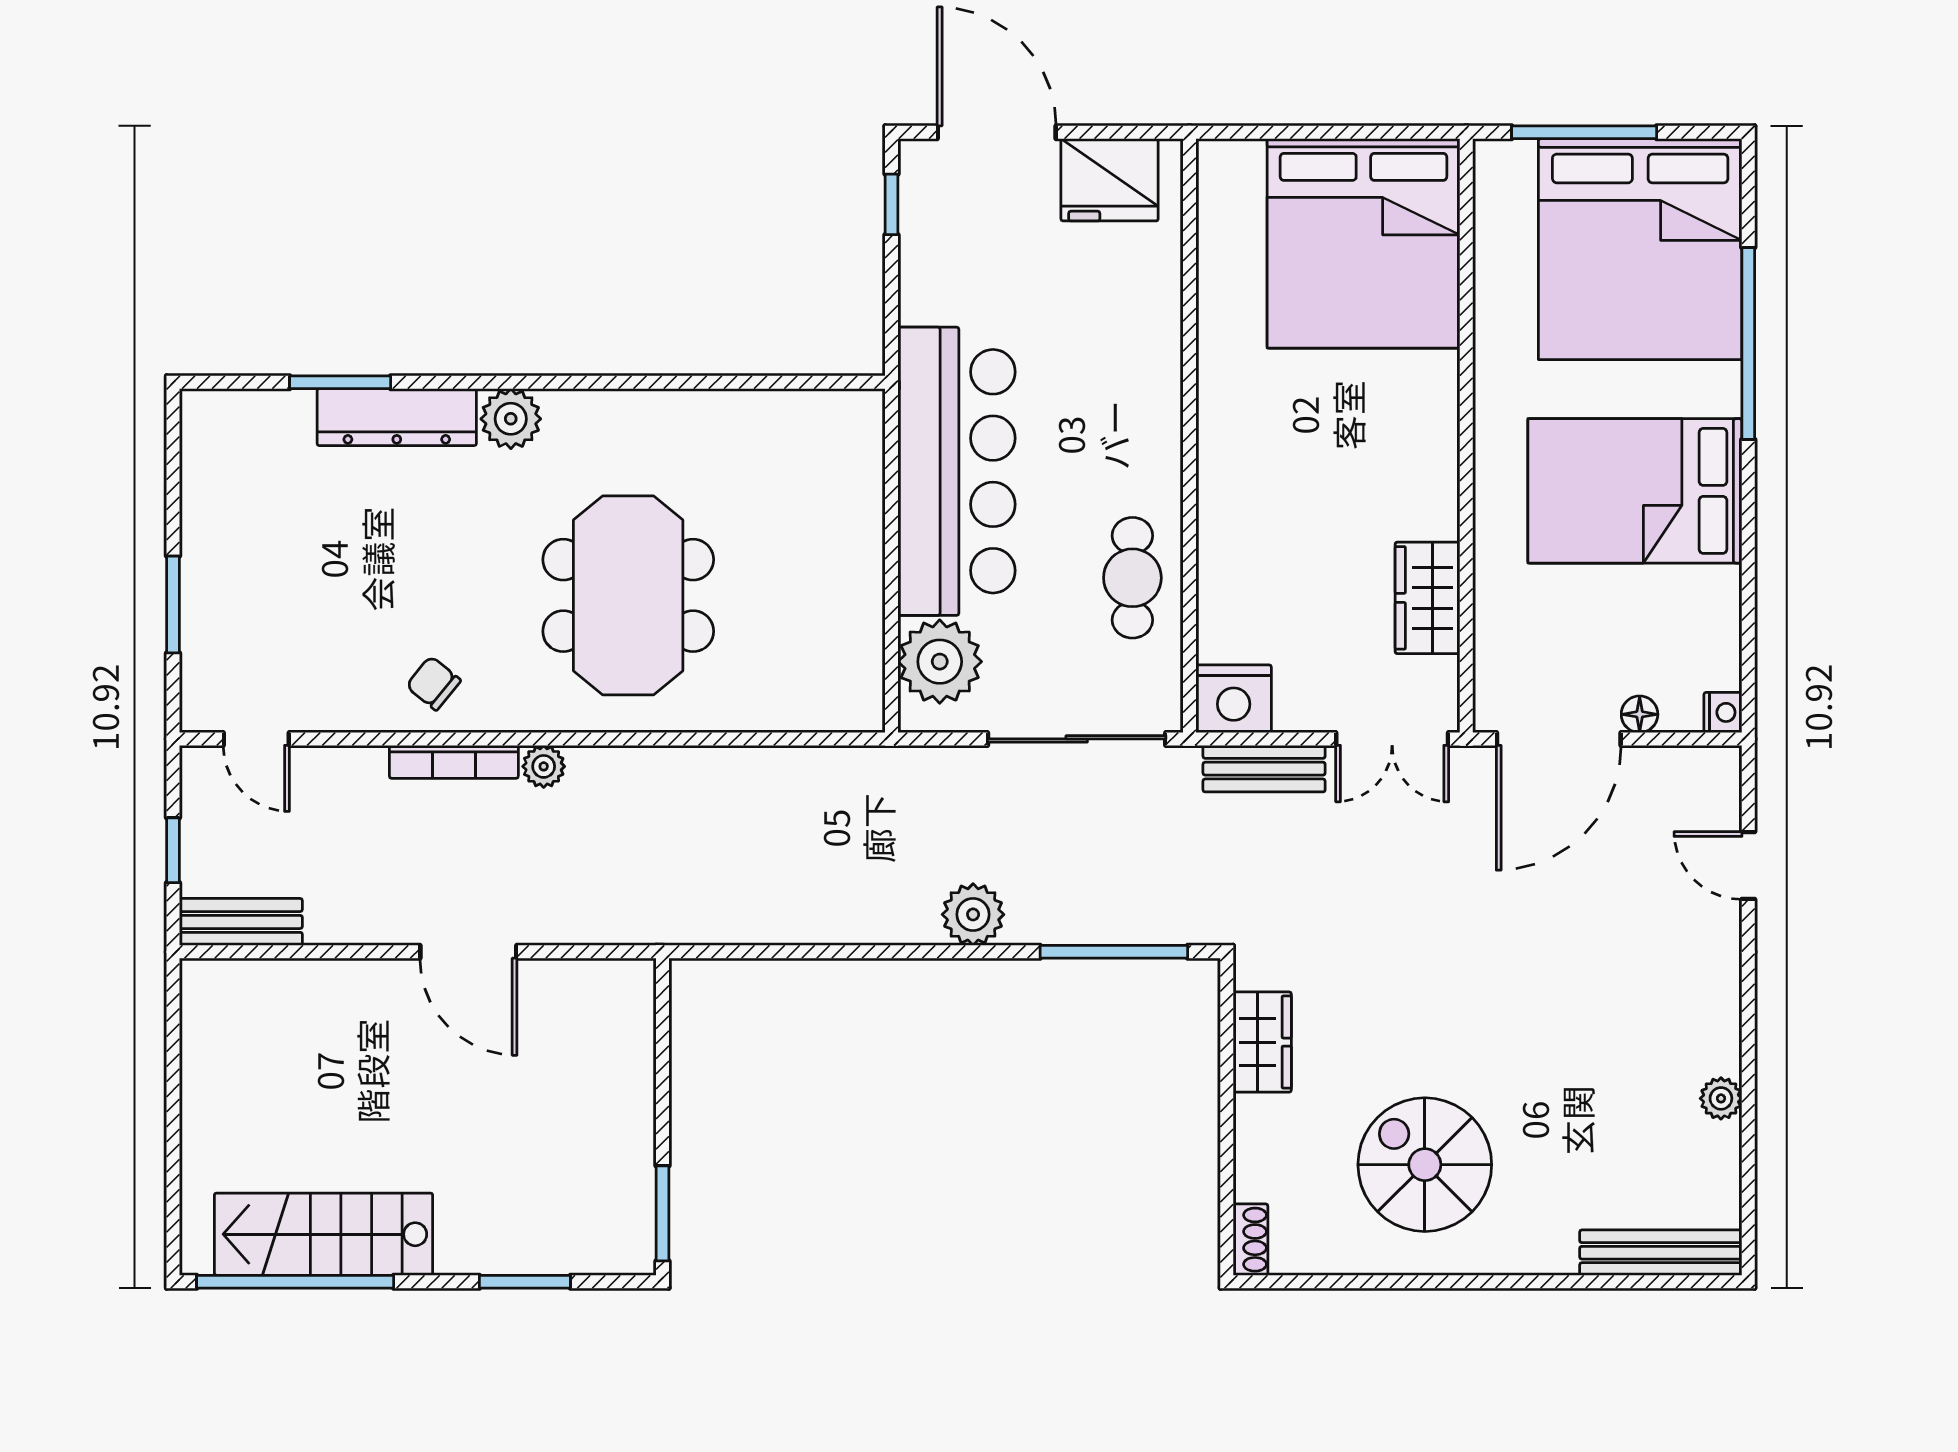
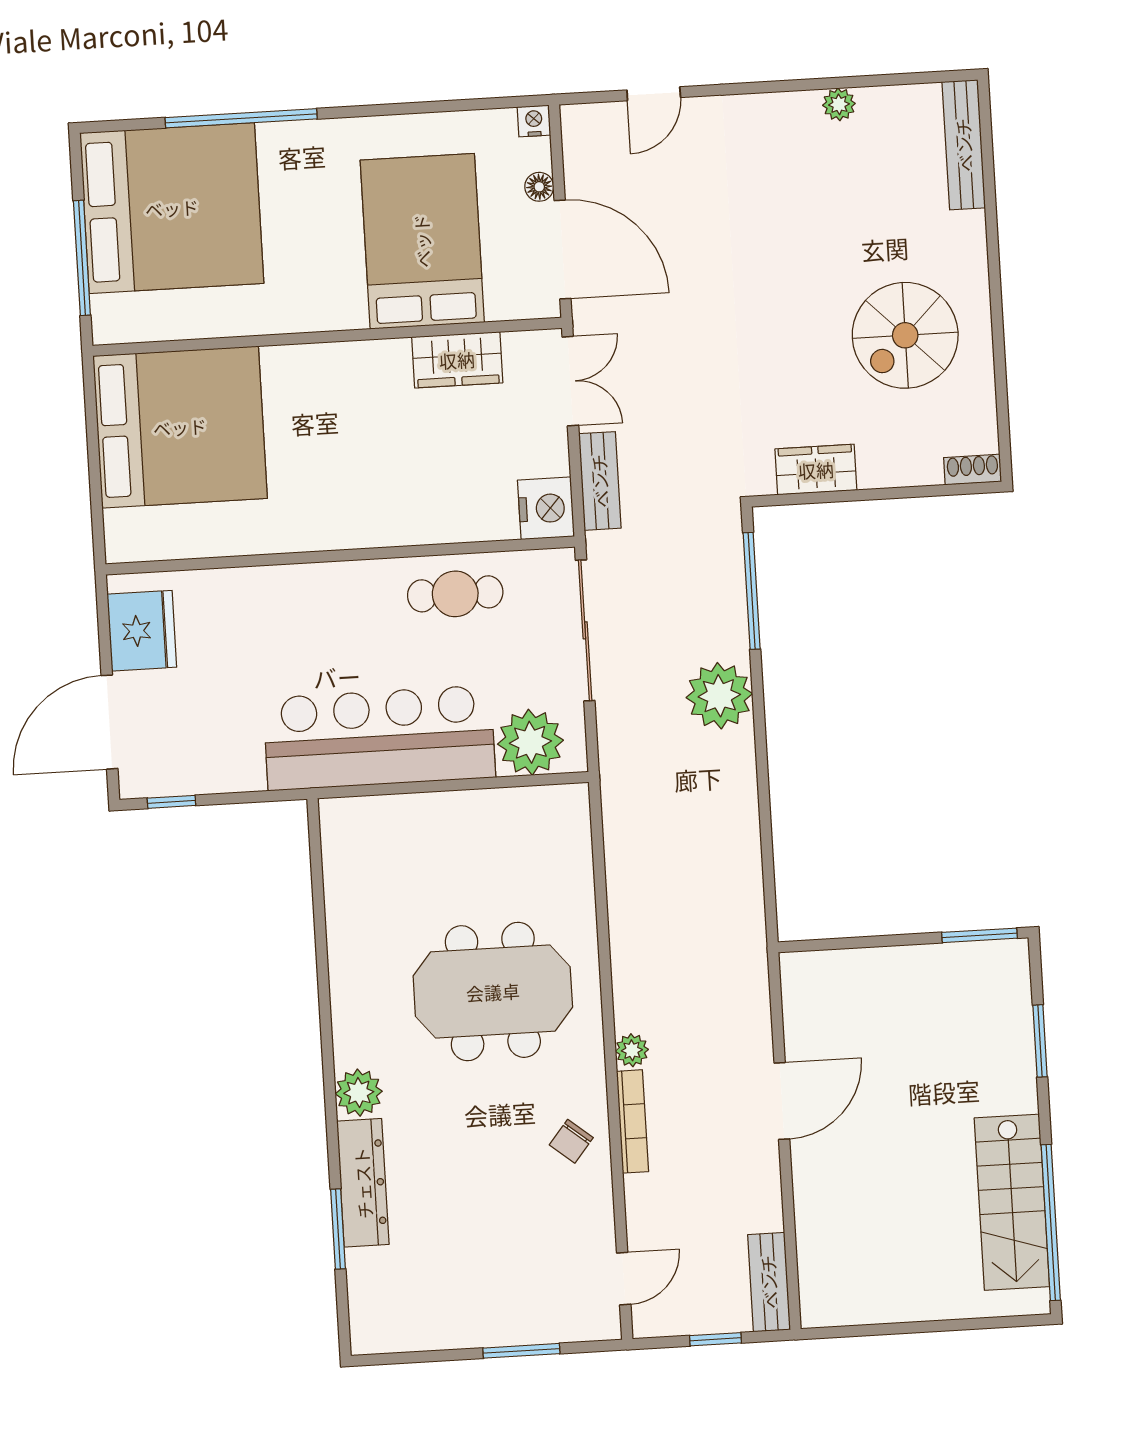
bed: (1635, 491) -> (422, 241), moved, turned 180
plant: (973, 914) -> (719, 696), width x1.36, depth x1.36

